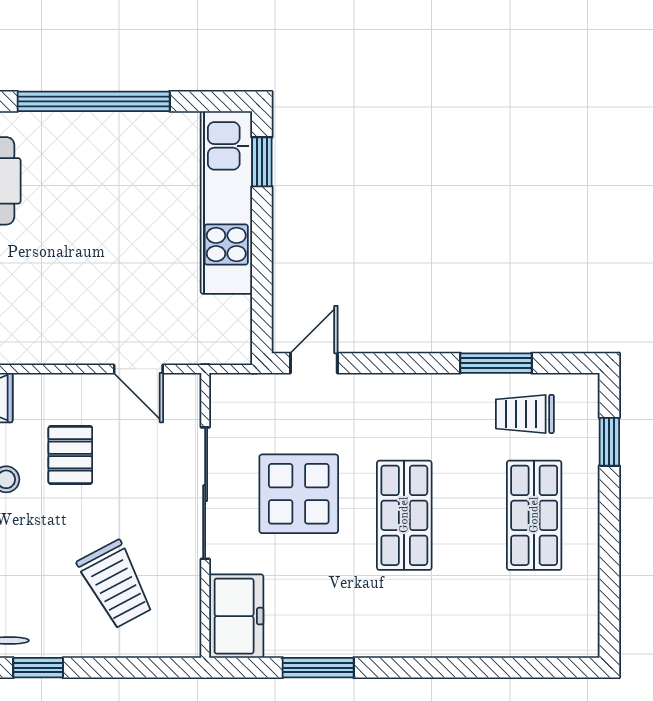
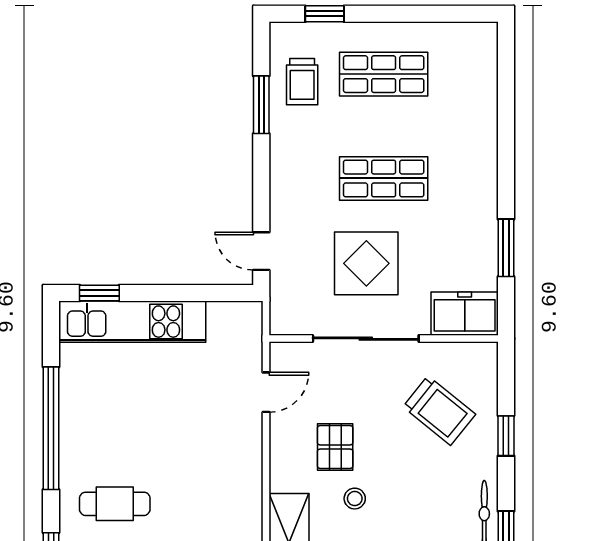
pallet: (70, 455) -> (335, 447), turned 90
trolley: (116, 584) -> (439, 411), turned 67
window: (38, 668) -> (506, 436), moved

